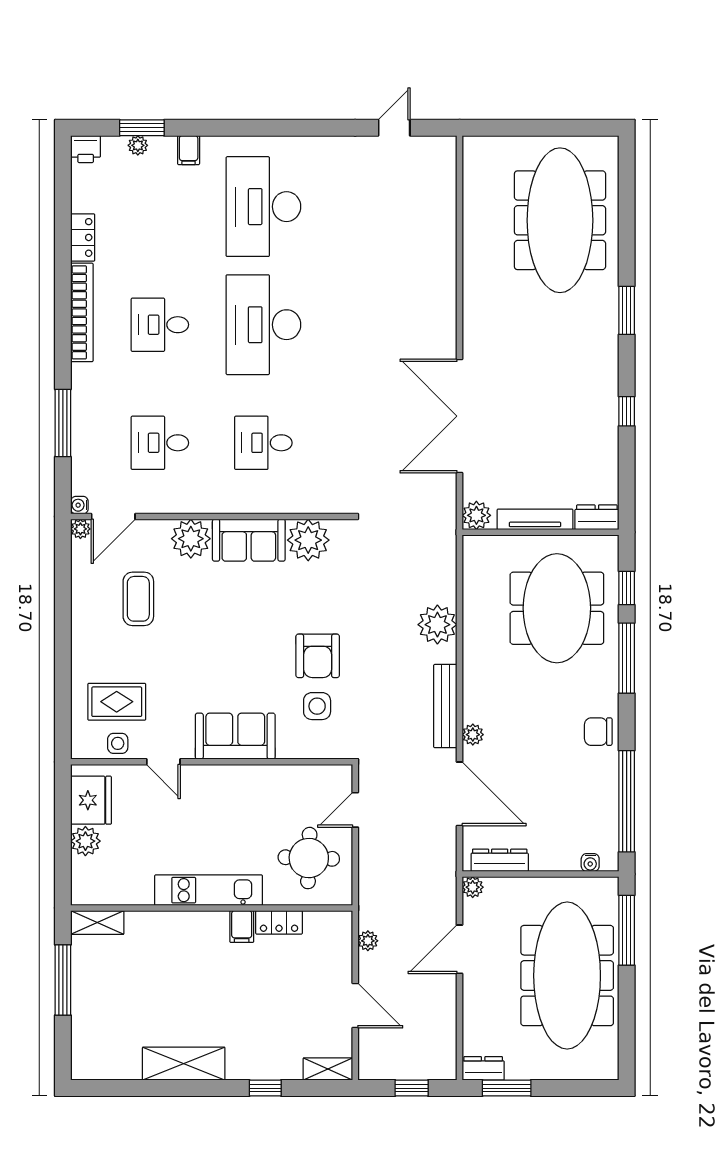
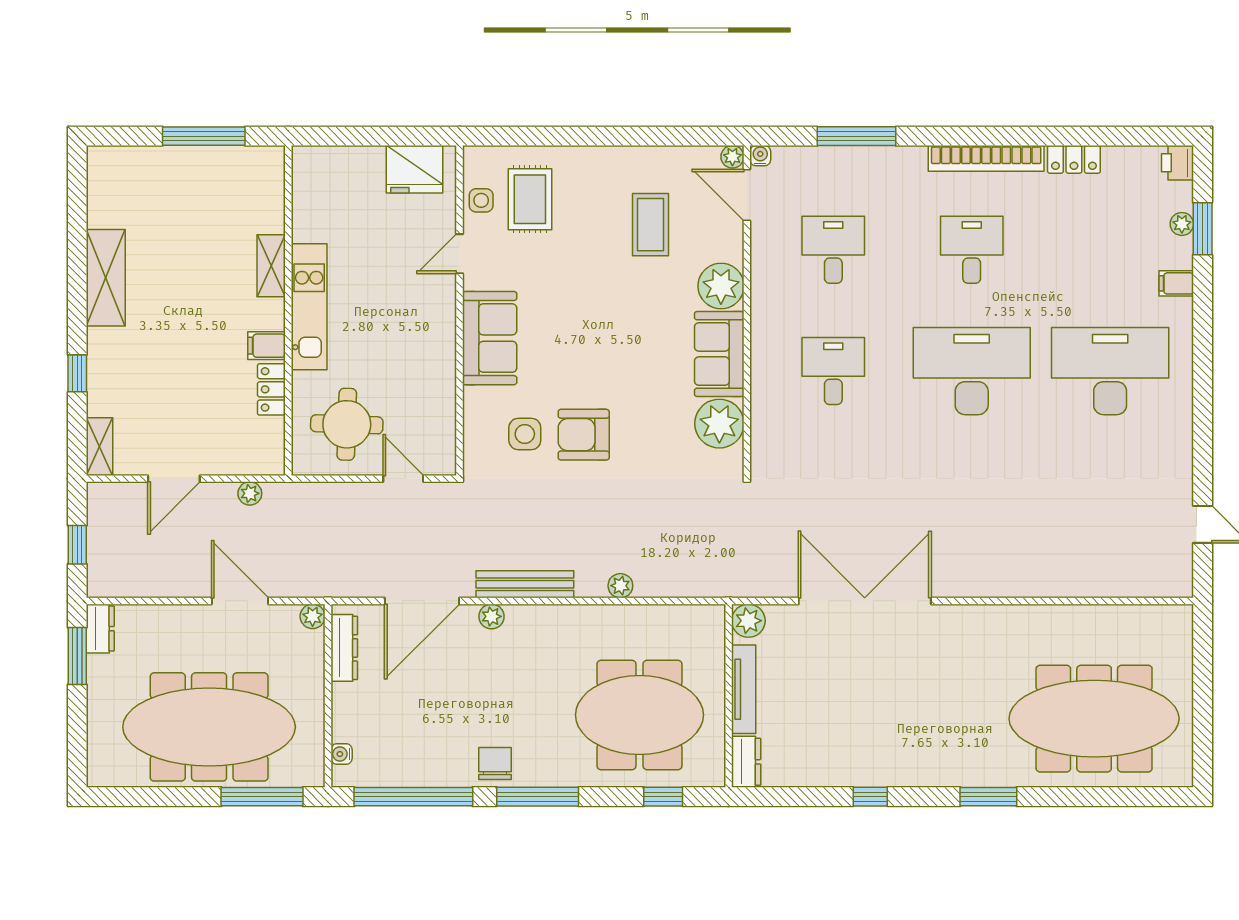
coffee table: (138, 599) -> (650, 225), turned 90
plant: (437, 625) -> (620, 586), width x0.53, depth x0.53
window: (627, 658) -> (538, 797), moved
plant: (85, 841) -> (367, 163), removed
shelving: (97, 923) -> (271, 266), moved

